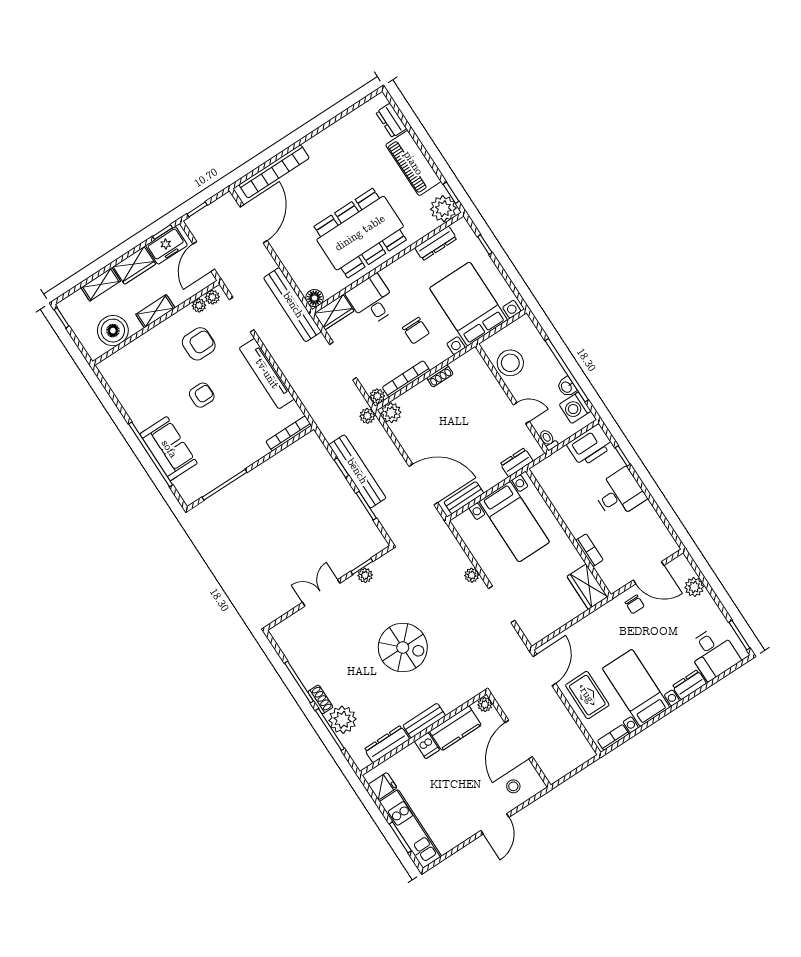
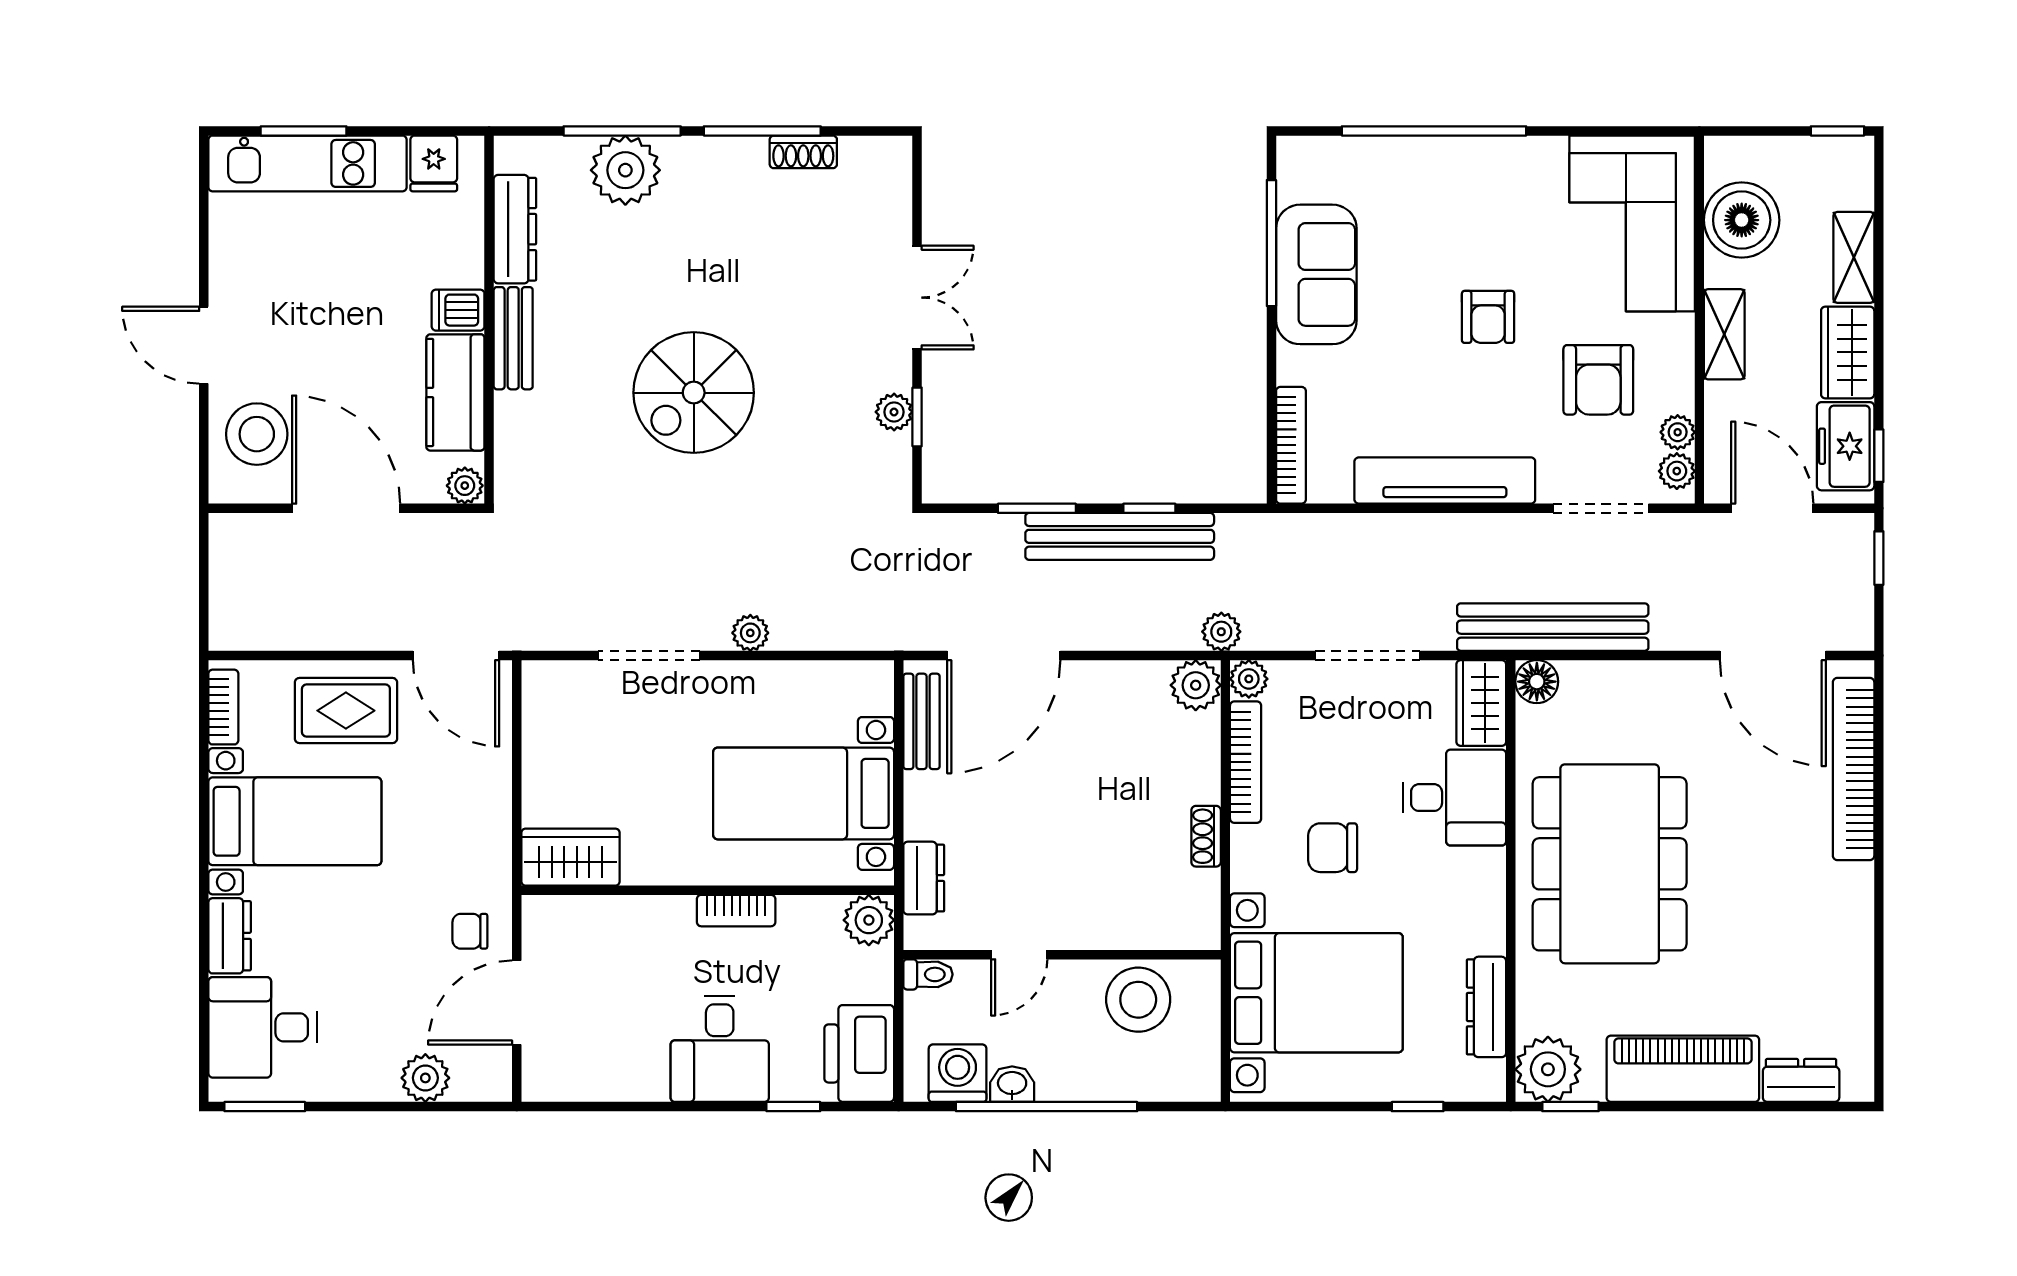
corner sofa: (138, 367) -> (1632, 223), added
sofa: (169, 449) -> (1316, 274), moved, turned -90
plant: (543, 472) -> (869, 920), added
bookcase: (589, 550) -> (736, 911), moved
shoe rack: (320, 699) -> (803, 152), moved
stool: (513, 786) -> (257, 434), width x1.89, depth x1.89

